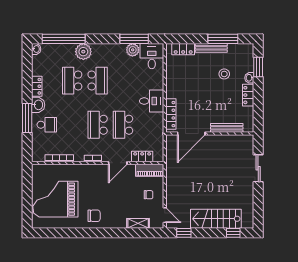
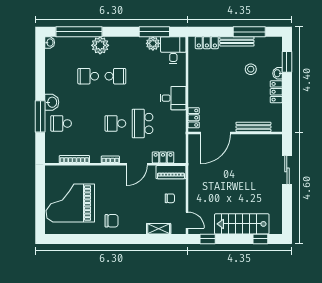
school desk: (72, 81) -> (88, 76), width x0.54
school desk: (98, 81) -> (115, 76), width x0.54
locker: (37, 86) -> (50, 82), removed
locker: (171, 114) -> (194, 118), width x0.66
school desk: (47, 125) -> (61, 123), turned 180
school desk: (98, 125) -> (115, 123), width x0.54

